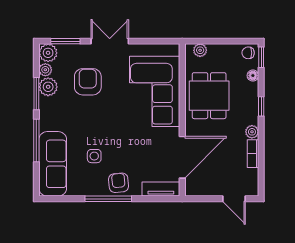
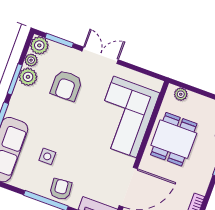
armchair: (88, 82) -> (66, 86), turned 180
plant: (252, 132) -> (201, 187), removed

